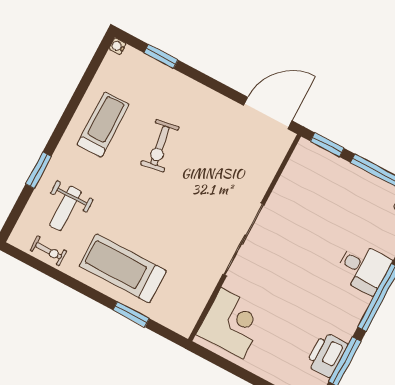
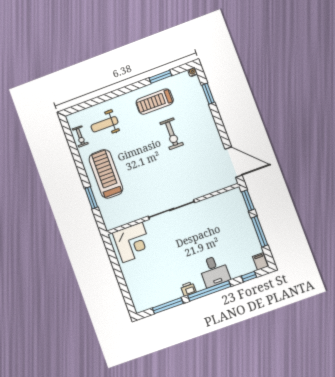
treadmill: (103, 125) -> (155, 102), turned 180
exercise bike: (160, 146) -> (172, 134), turned -81
window: (39, 170) -> (160, 77), moved
printer: (327, 355) -> (188, 289), moved, width x0.53, depth x0.68

